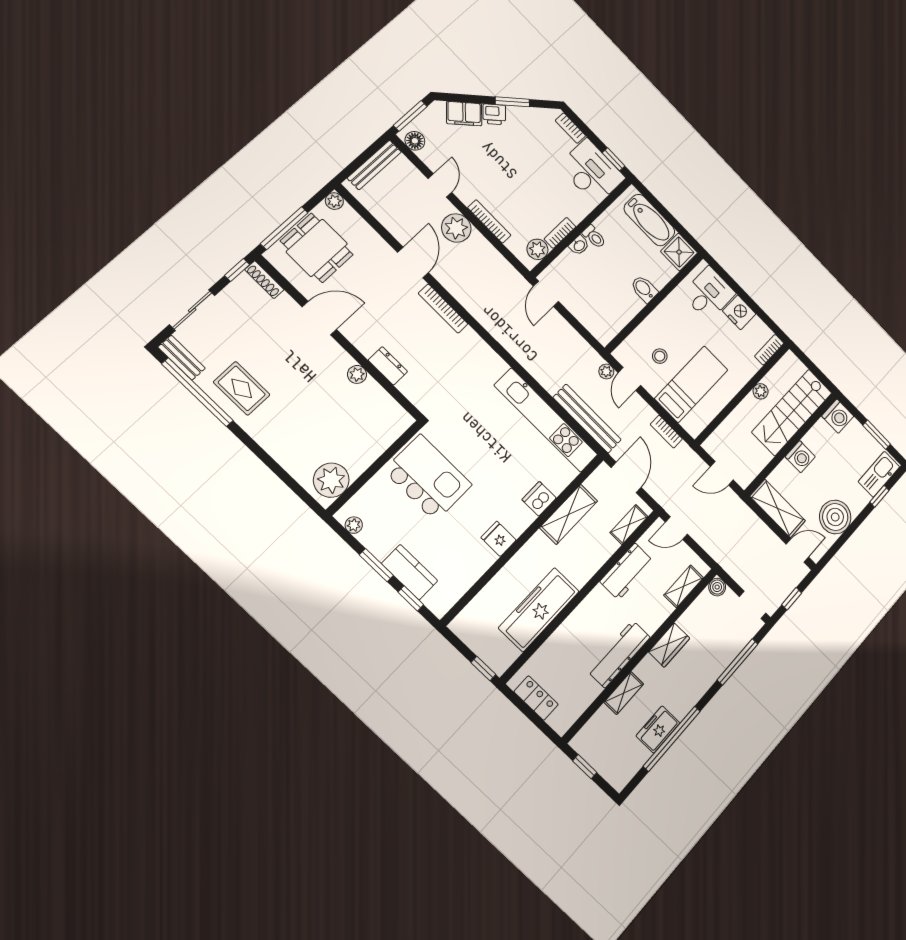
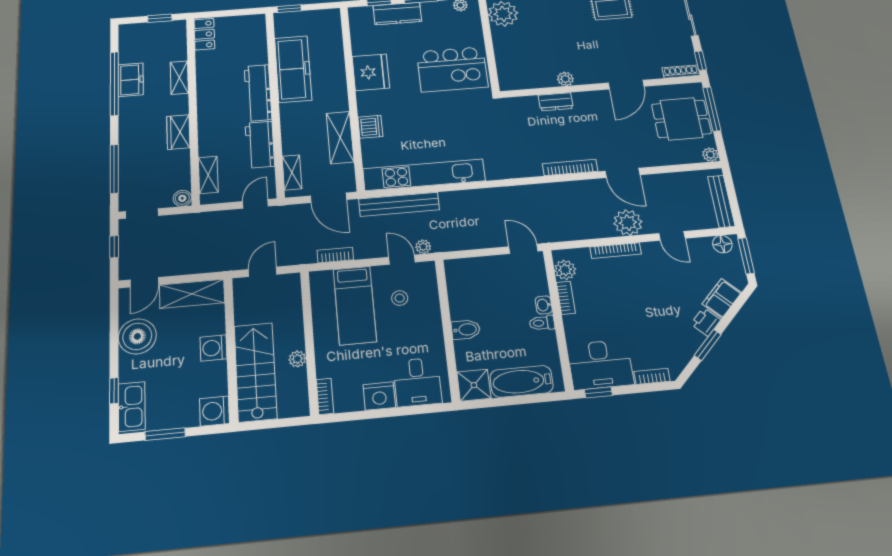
fridge: (499, 539) -> (371, 72), width x1.88, depth x1.34
workbench: (619, 654) -> (258, 93), moved, turned 180
locker: (536, 698) -> (204, 34), moved, turned -90

